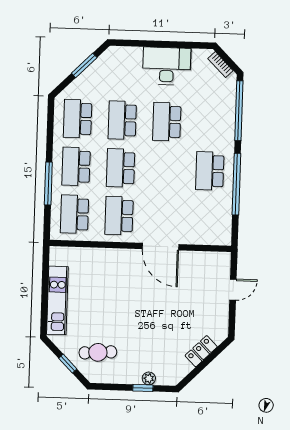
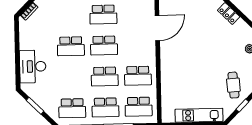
desk: (167, 66) -> (33, 66), moved
school desk: (122, 120) -> (104, 46), moved
door: (161, 247) -> (157, 28), moved

